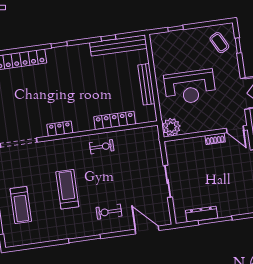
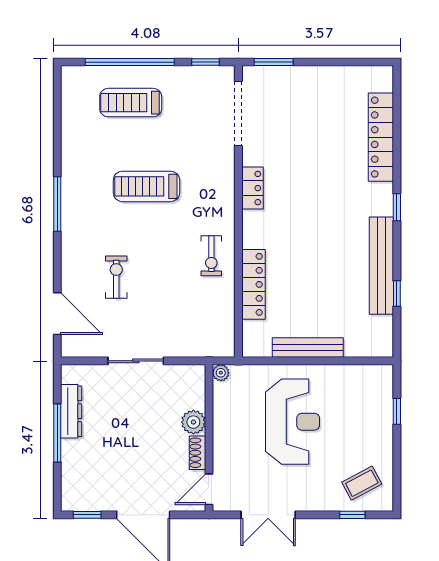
bench: (118, 45) -> (381, 266), moved
reception desk: (190, 87) -> (292, 422), turned 180
plant: (171, 127) -> (221, 373), width x0.53, depth x0.53
plant: (198, 144) -> (193, 422), added
treadmill: (67, 189) -> (146, 186), turned 180
exercise bike: (109, 212) -> (116, 277), moved
door: (147, 230) -> (57, 314), hinge flipped

